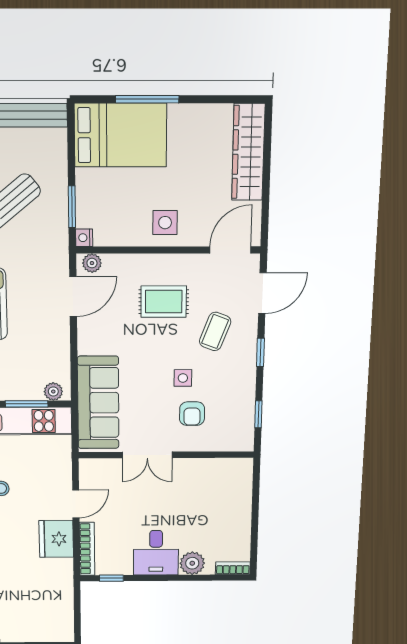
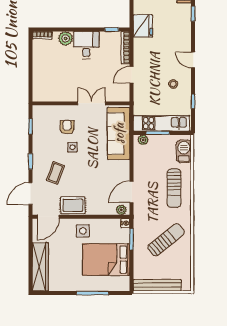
bed: (120, 135) -> (106, 260), moved
rug: (164, 302) -> (73, 205), moved
fridge: (56, 539) -> (143, 26), moved

